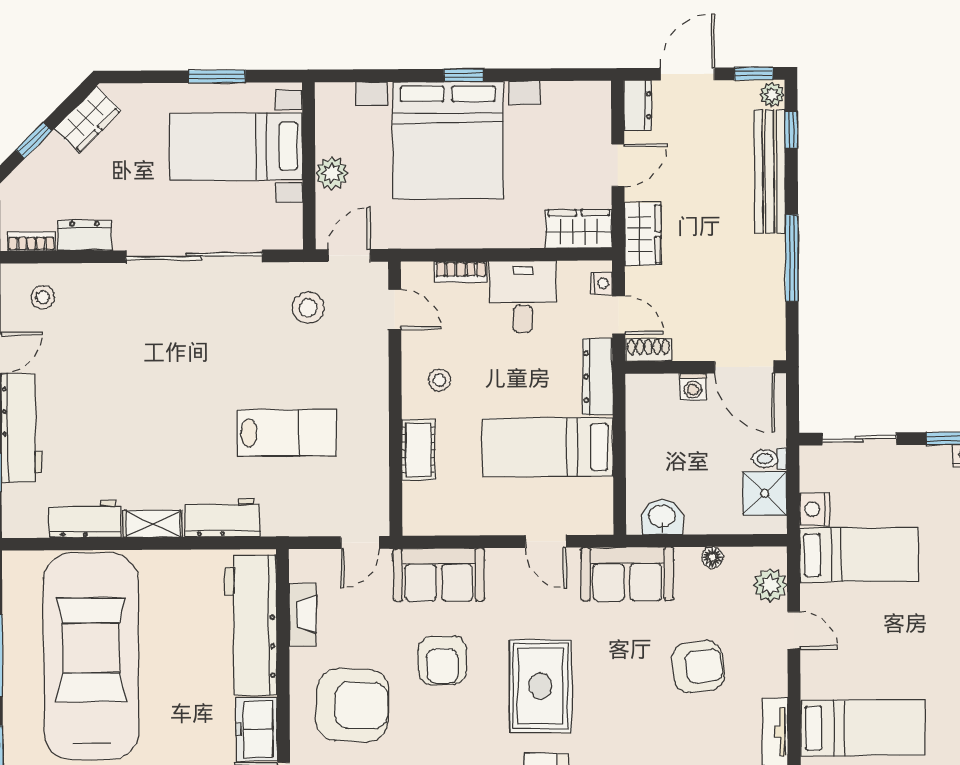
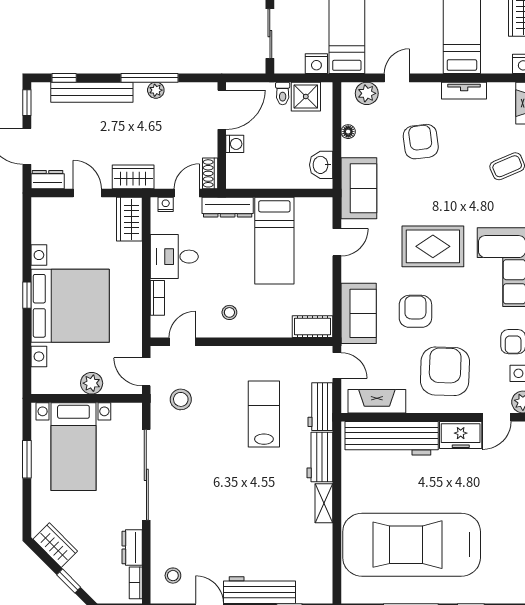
plant: (772, 95) -> (156, 90), moved
cot: (418, 450) -> (313, 327), moved
workbench: (85, 519) -> (320, 407), moved
fireplace: (303, 615) -> (377, 401), width x1.37, depth x1.32
armchair: (442, 660) -> (415, 311), turned -90

